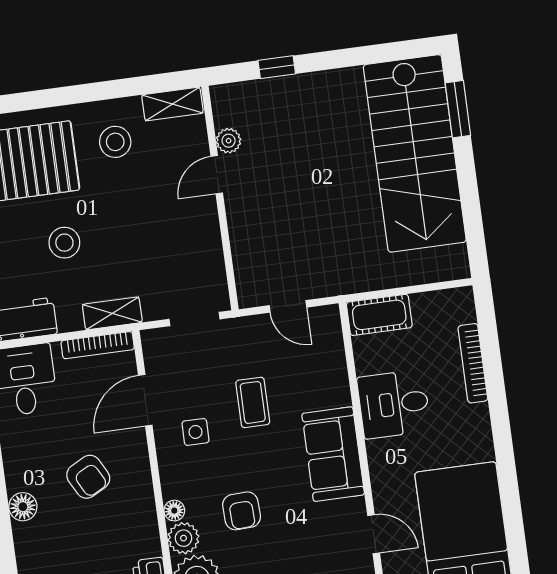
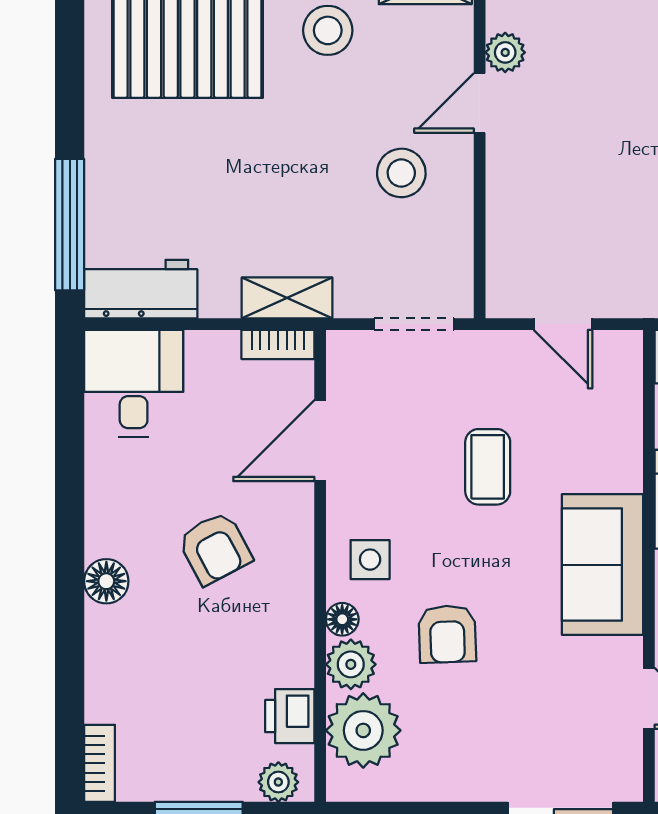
stool: (64, 243) -> (401, 173), moved
bookcase: (98, 345) -> (278, 344), width x0.64
side table: (195, 432) -> (370, 560), moved

